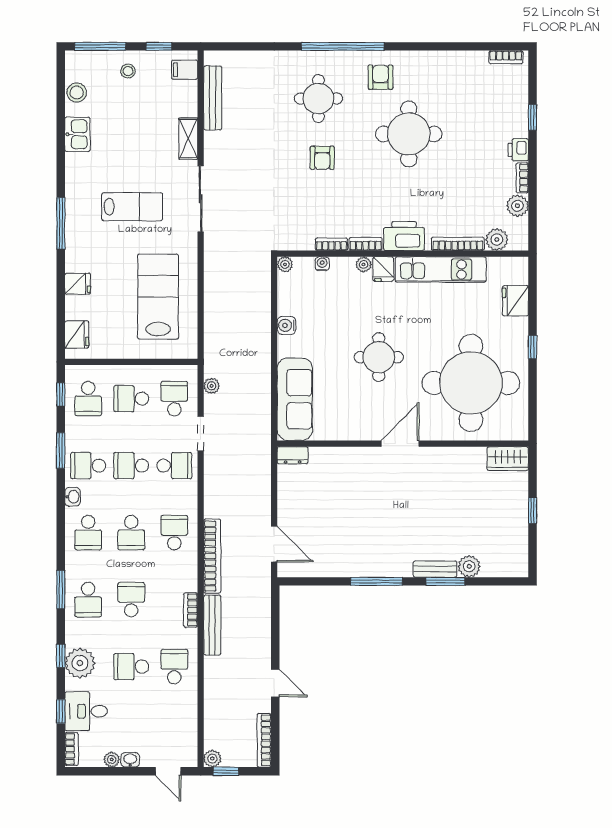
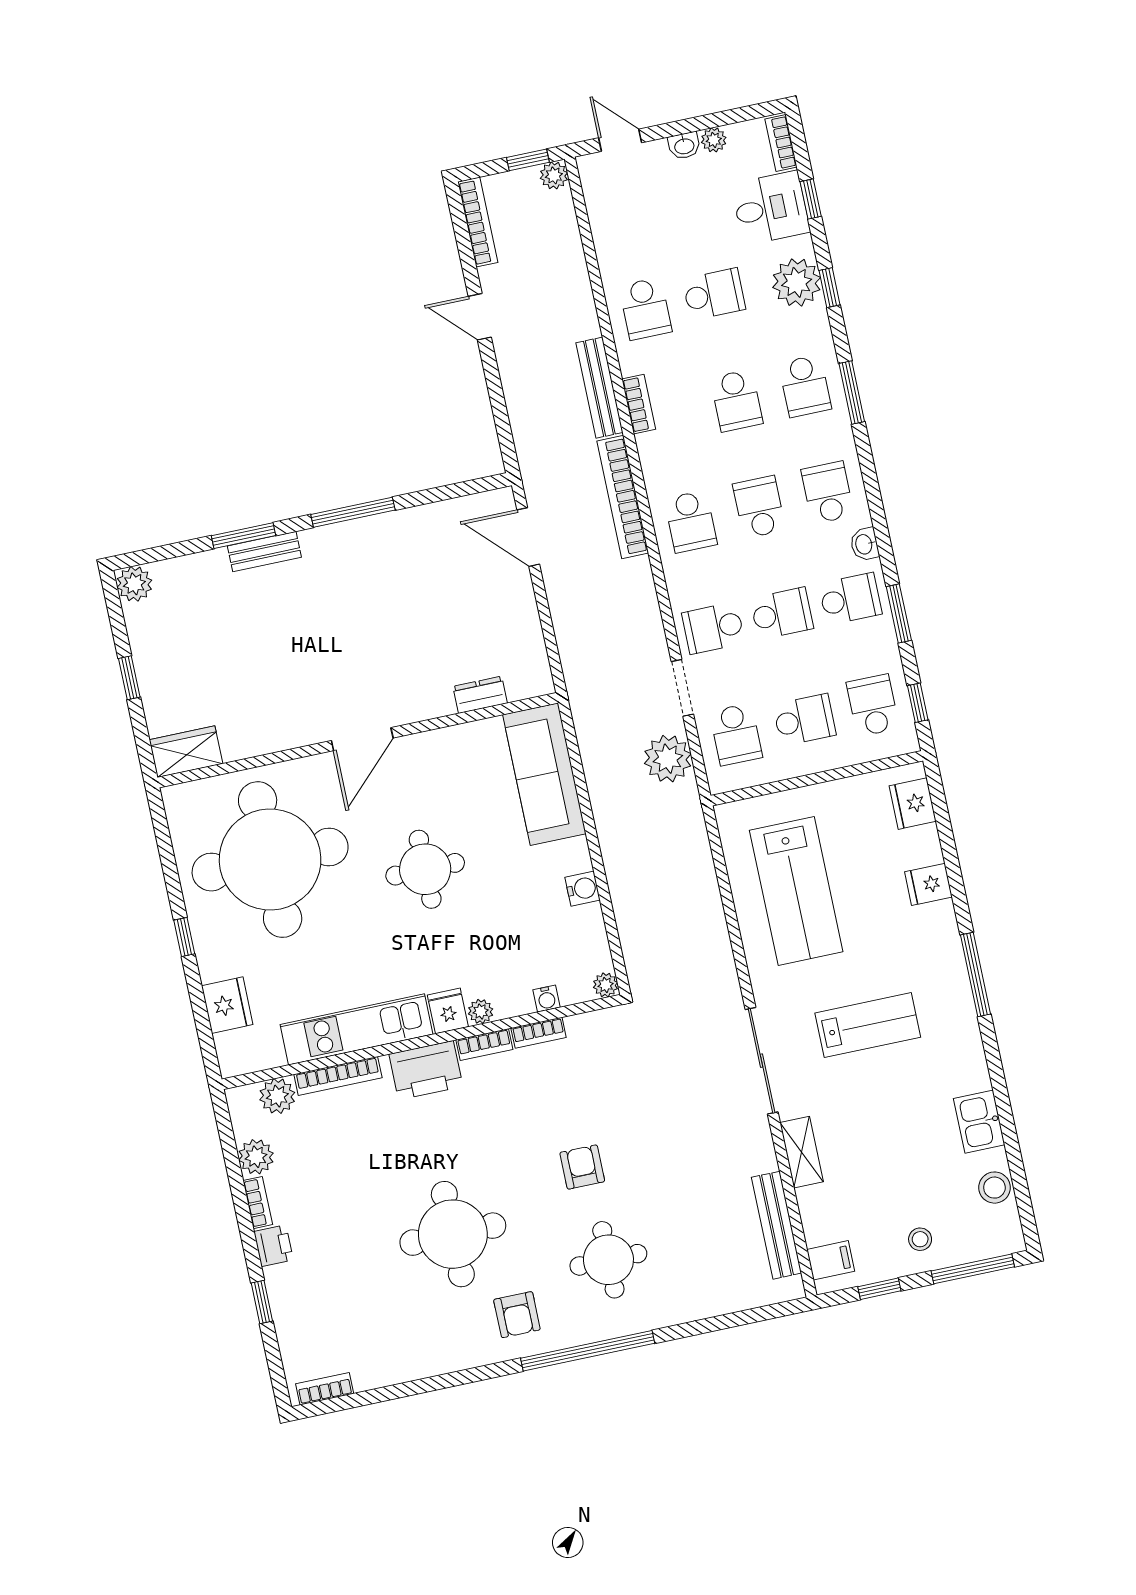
lab bench: (132, 207) -> (868, 1025), turned 180
plant: (212, 386) -> (668, 759), width x1.87, depth x1.87
dresser: (293, 455) -> (480, 695), moved
plant: (469, 566) -> (134, 584), moved
school desk: (88, 600) -> (805, 386), turned 180

